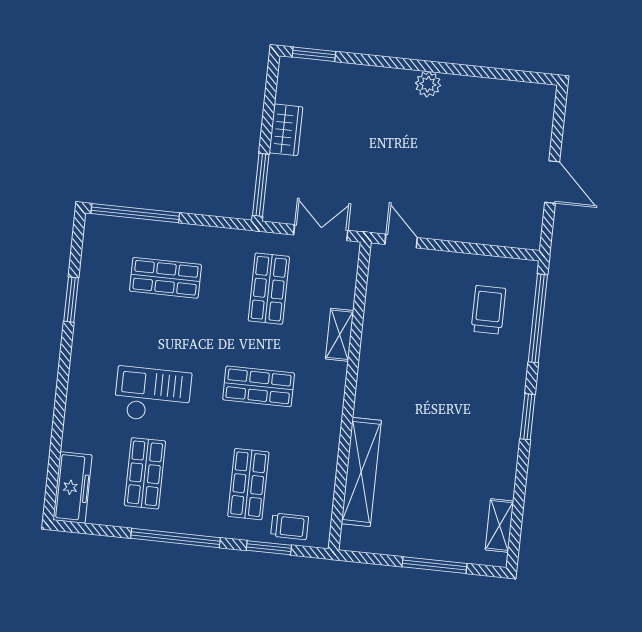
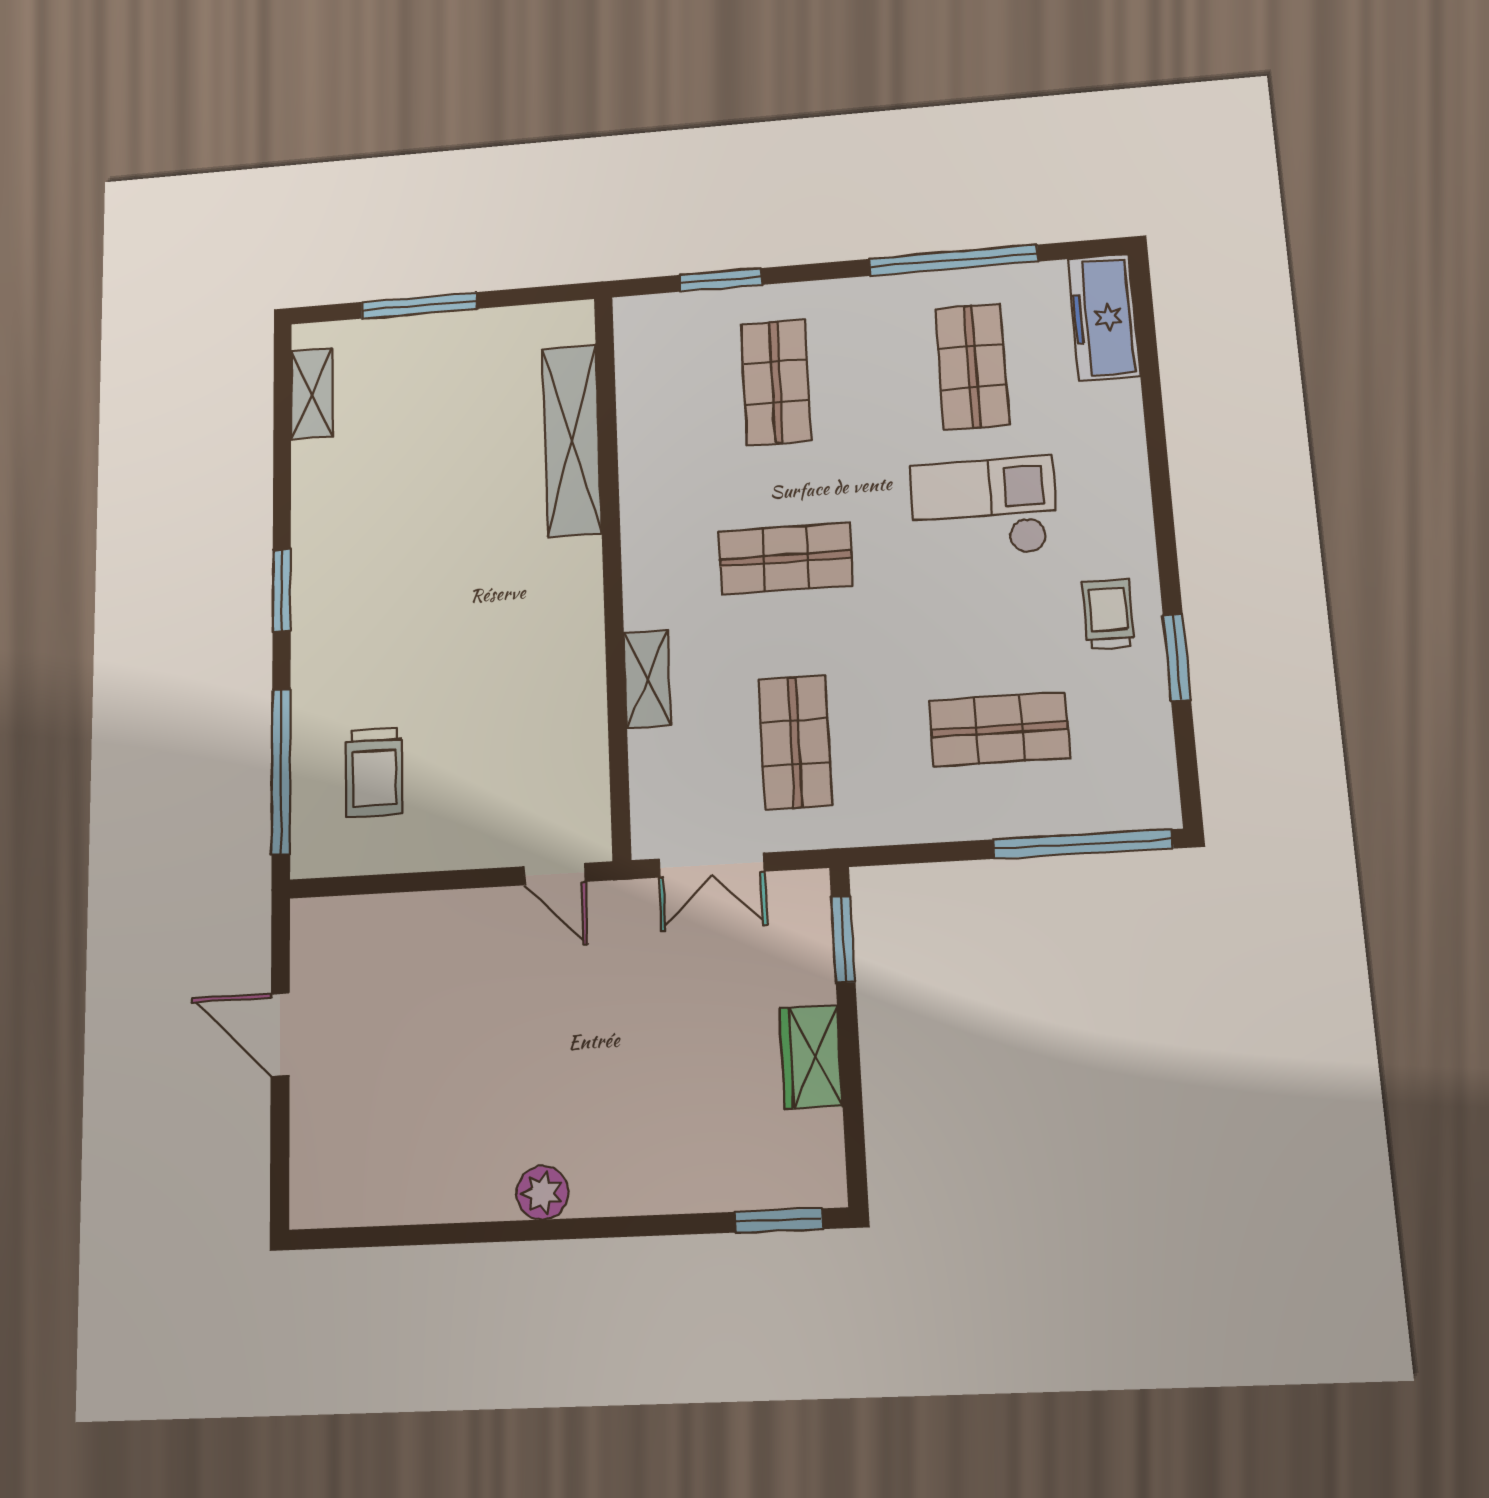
window: (261, 185) -> (843, 939), width x0.69
checkout: (153, 395) -> (984, 508), turned 180
trolley: (290, 526) -> (1108, 614), moved, turned 90
window: (176, 538) -> (953, 260), moved

